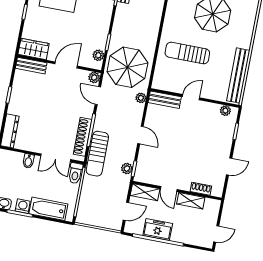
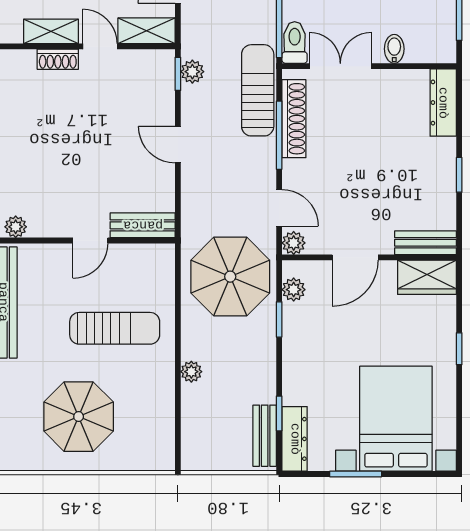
plant: (141, 98) -> (191, 372), moved
shoe rack: (201, 189) -> (58, 59), moved

